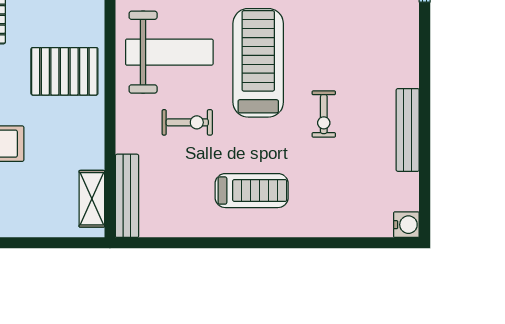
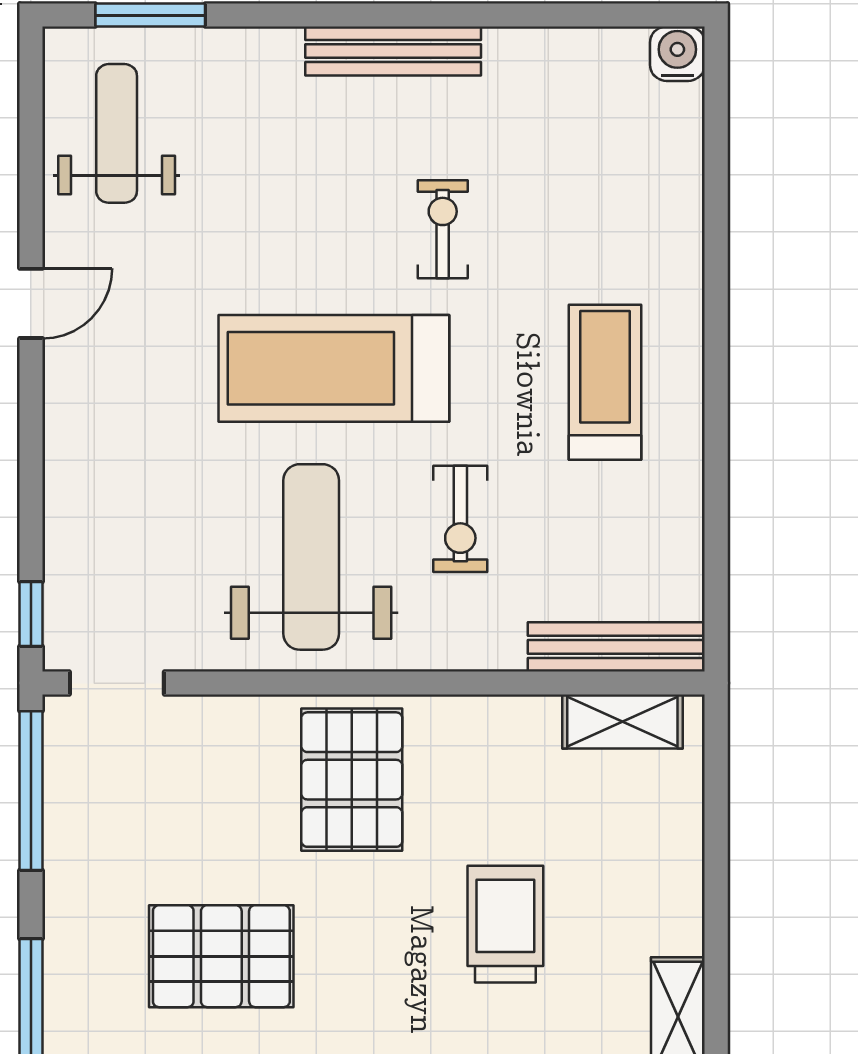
exercise bike: (324, 114) -> (443, 229), turned -90
exercise bike: (187, 122) -> (460, 519), turned 180
bench: (408, 130) -> (393, 51), moved

